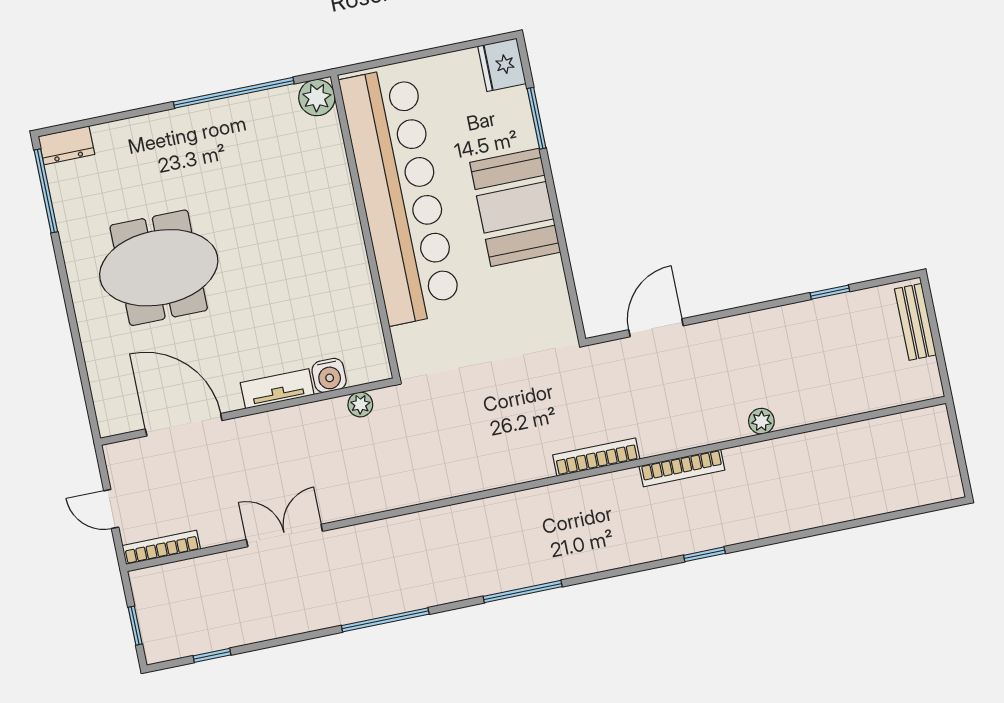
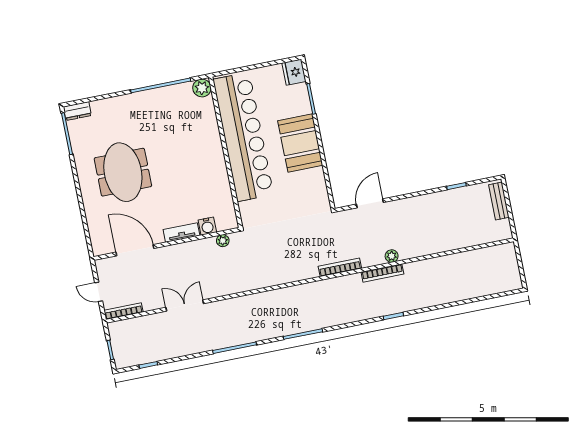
meeting table: (159, 268) -> (123, 172), turned 90
plant: (761, 421) -> (392, 256), moved

